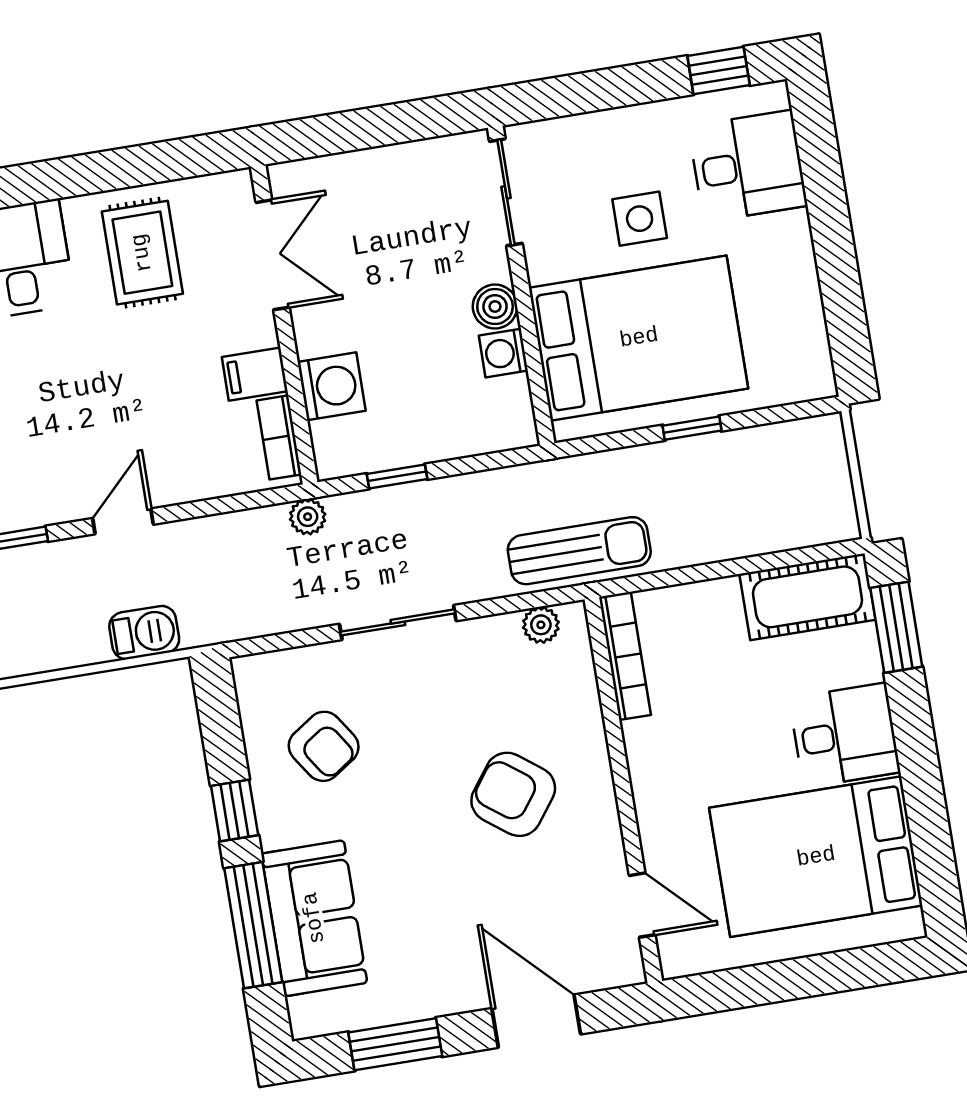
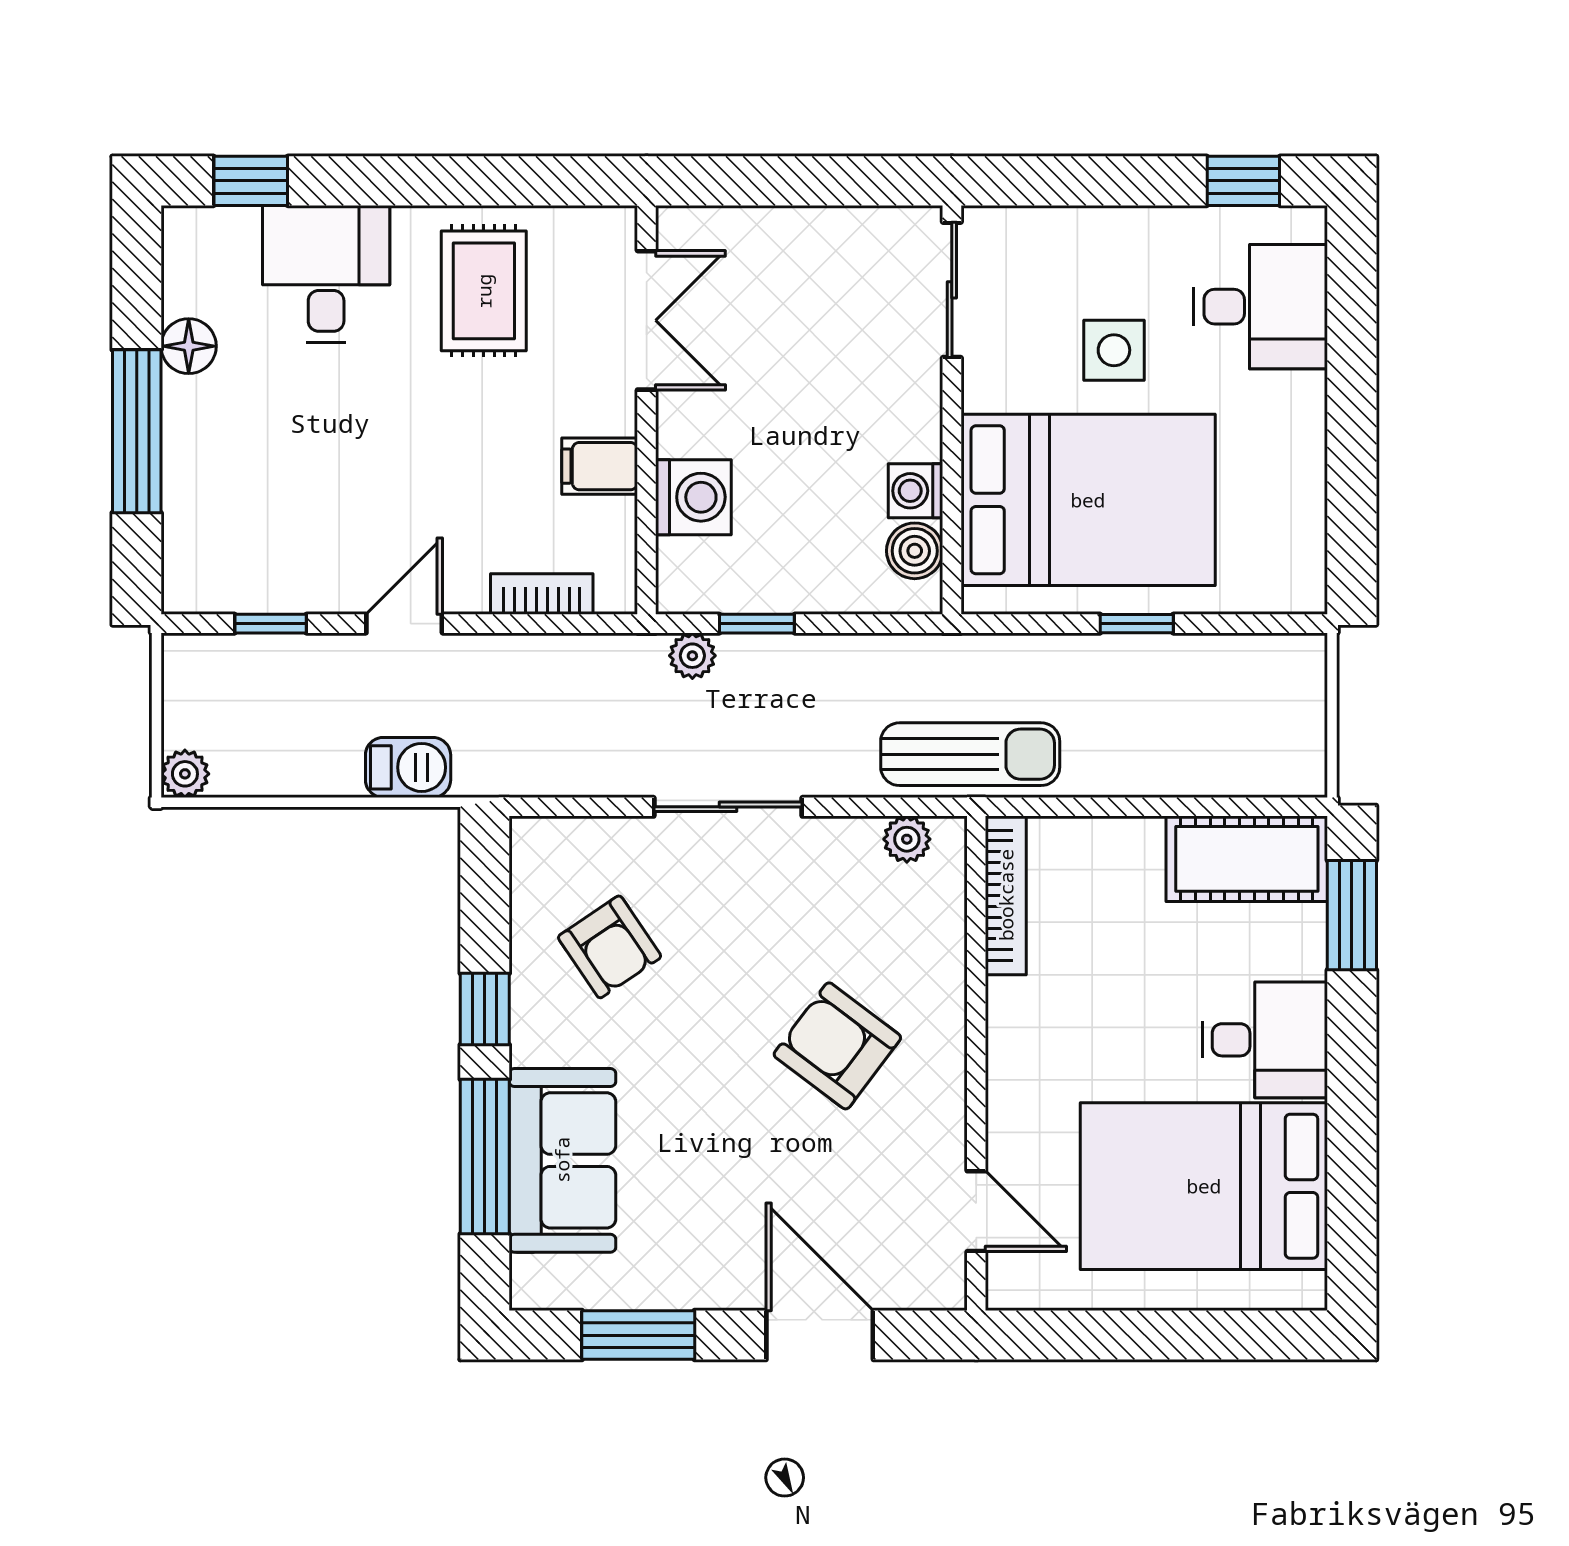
boiler: (495, 306) -> (915, 551), moved
bookcase: (279, 437) -> (542, 594), moved, turned 90
plant: (308, 517) -> (692, 656), moved

